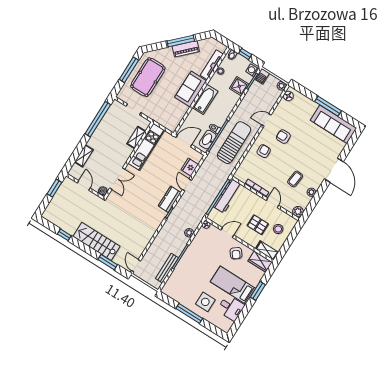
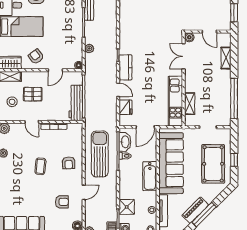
window: (129, 70) -> (234, 160), width x0.46
sofa: (191, 89) -> (171, 163), width x1.85, depth x1.27
armchair: (283, 137) -> (62, 202), moved
sun lounger: (234, 143) -> (100, 154), turned 180
coffee table: (295, 179) -> (40, 166), moved

